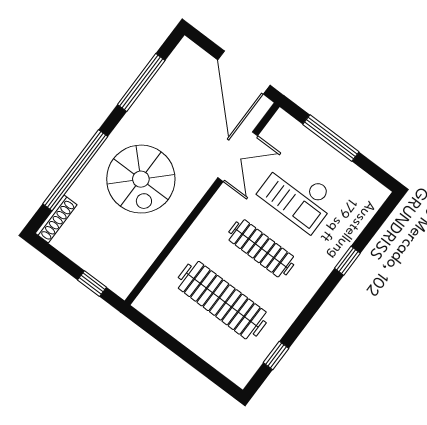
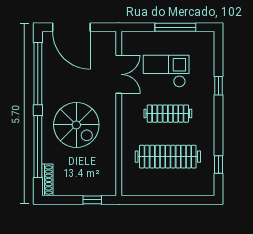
door: (244, 72) -> (71, 27), moved
window: (141, 83) -> (38, 74), width x1.46
window: (331, 138) -> (175, 27), moved
checkout: (298, 196) -> (166, 71), turned 180

